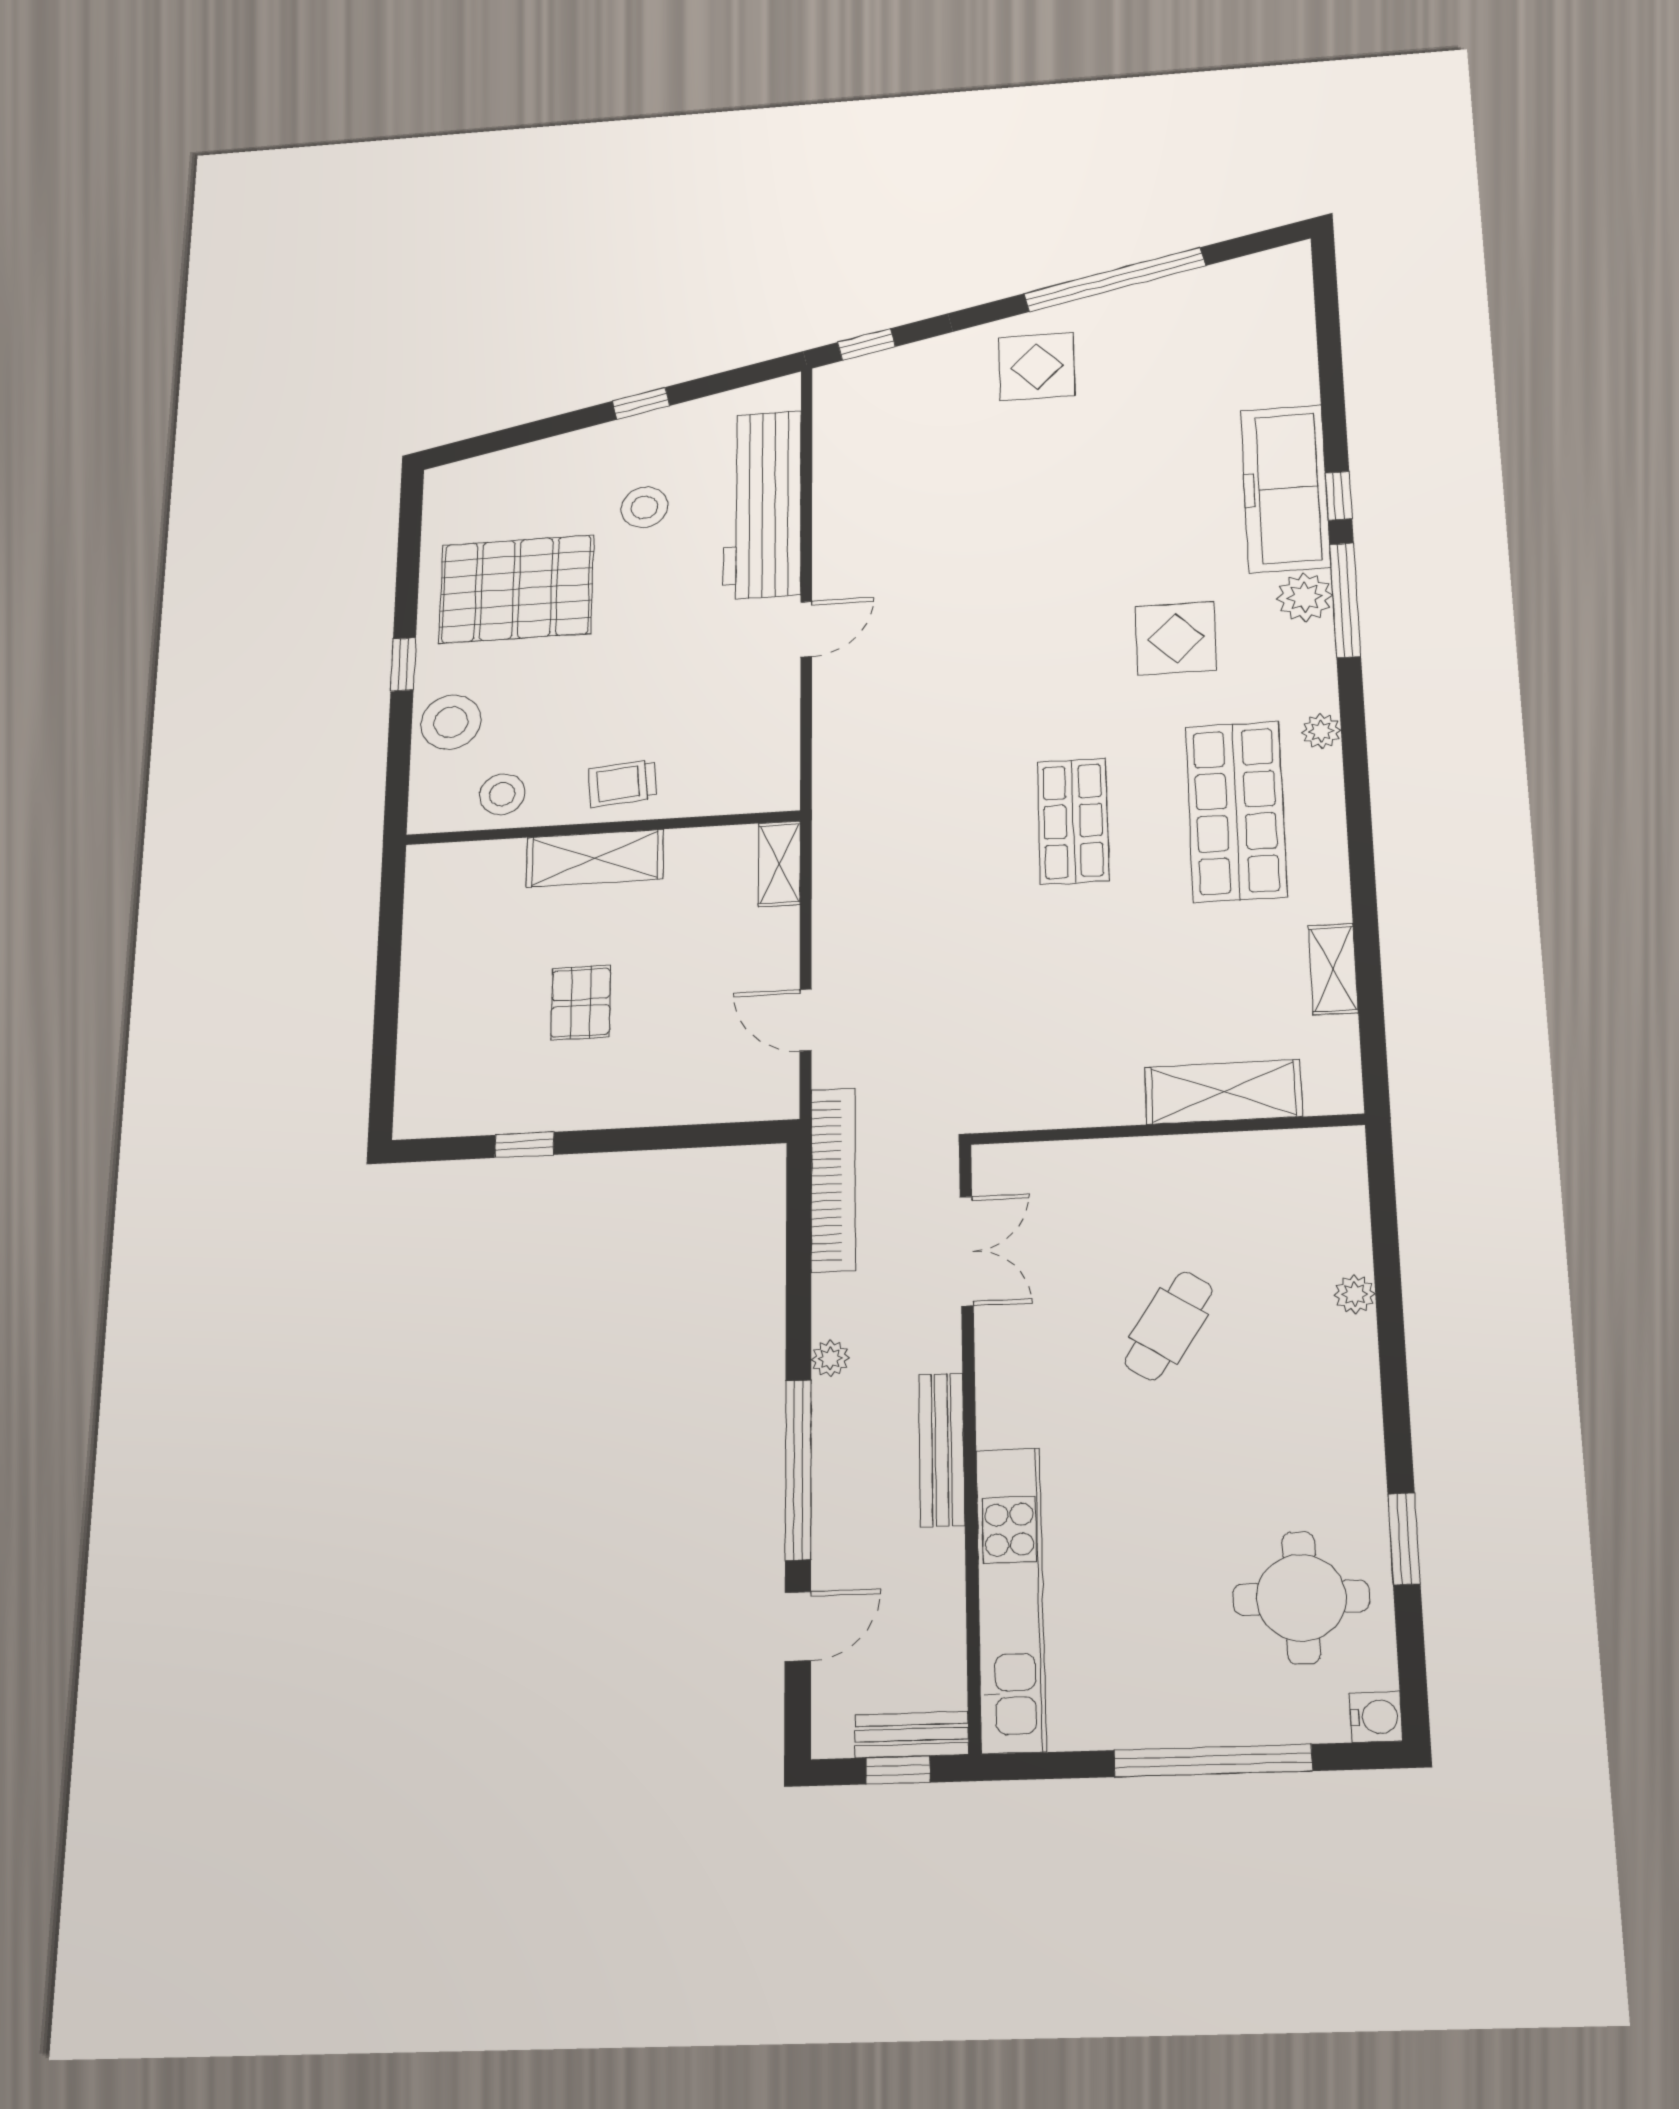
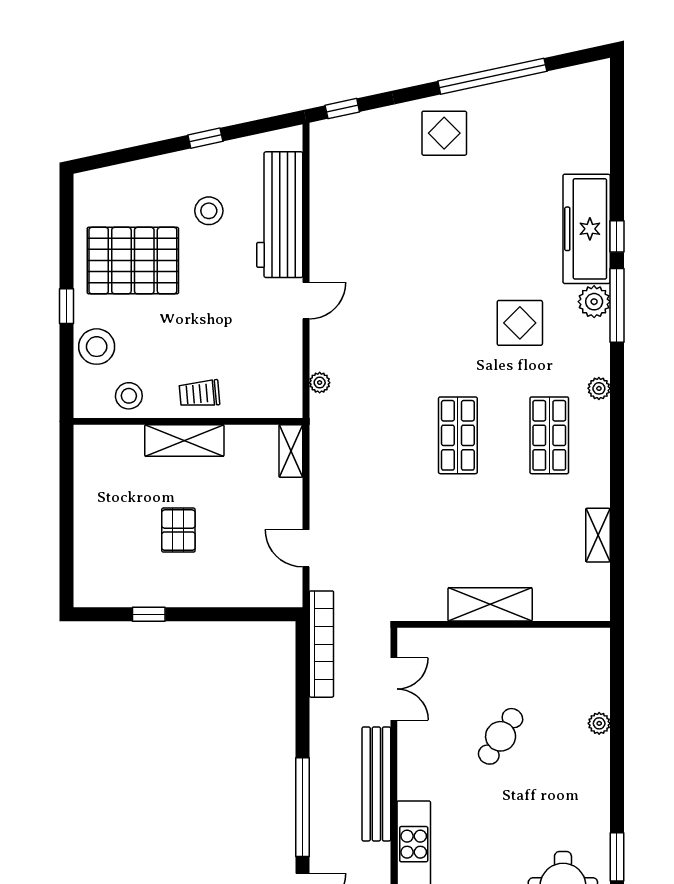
shop shelf: (1236, 811) -> (549, 435), width x0.70, depth x0.74
shelving: (1223, 1092) -> (490, 604), moved
plant: (830, 1359) -> (320, 383), moved
bench: (942, 1450) -> (376, 784), width x1.37, depth x1.21

